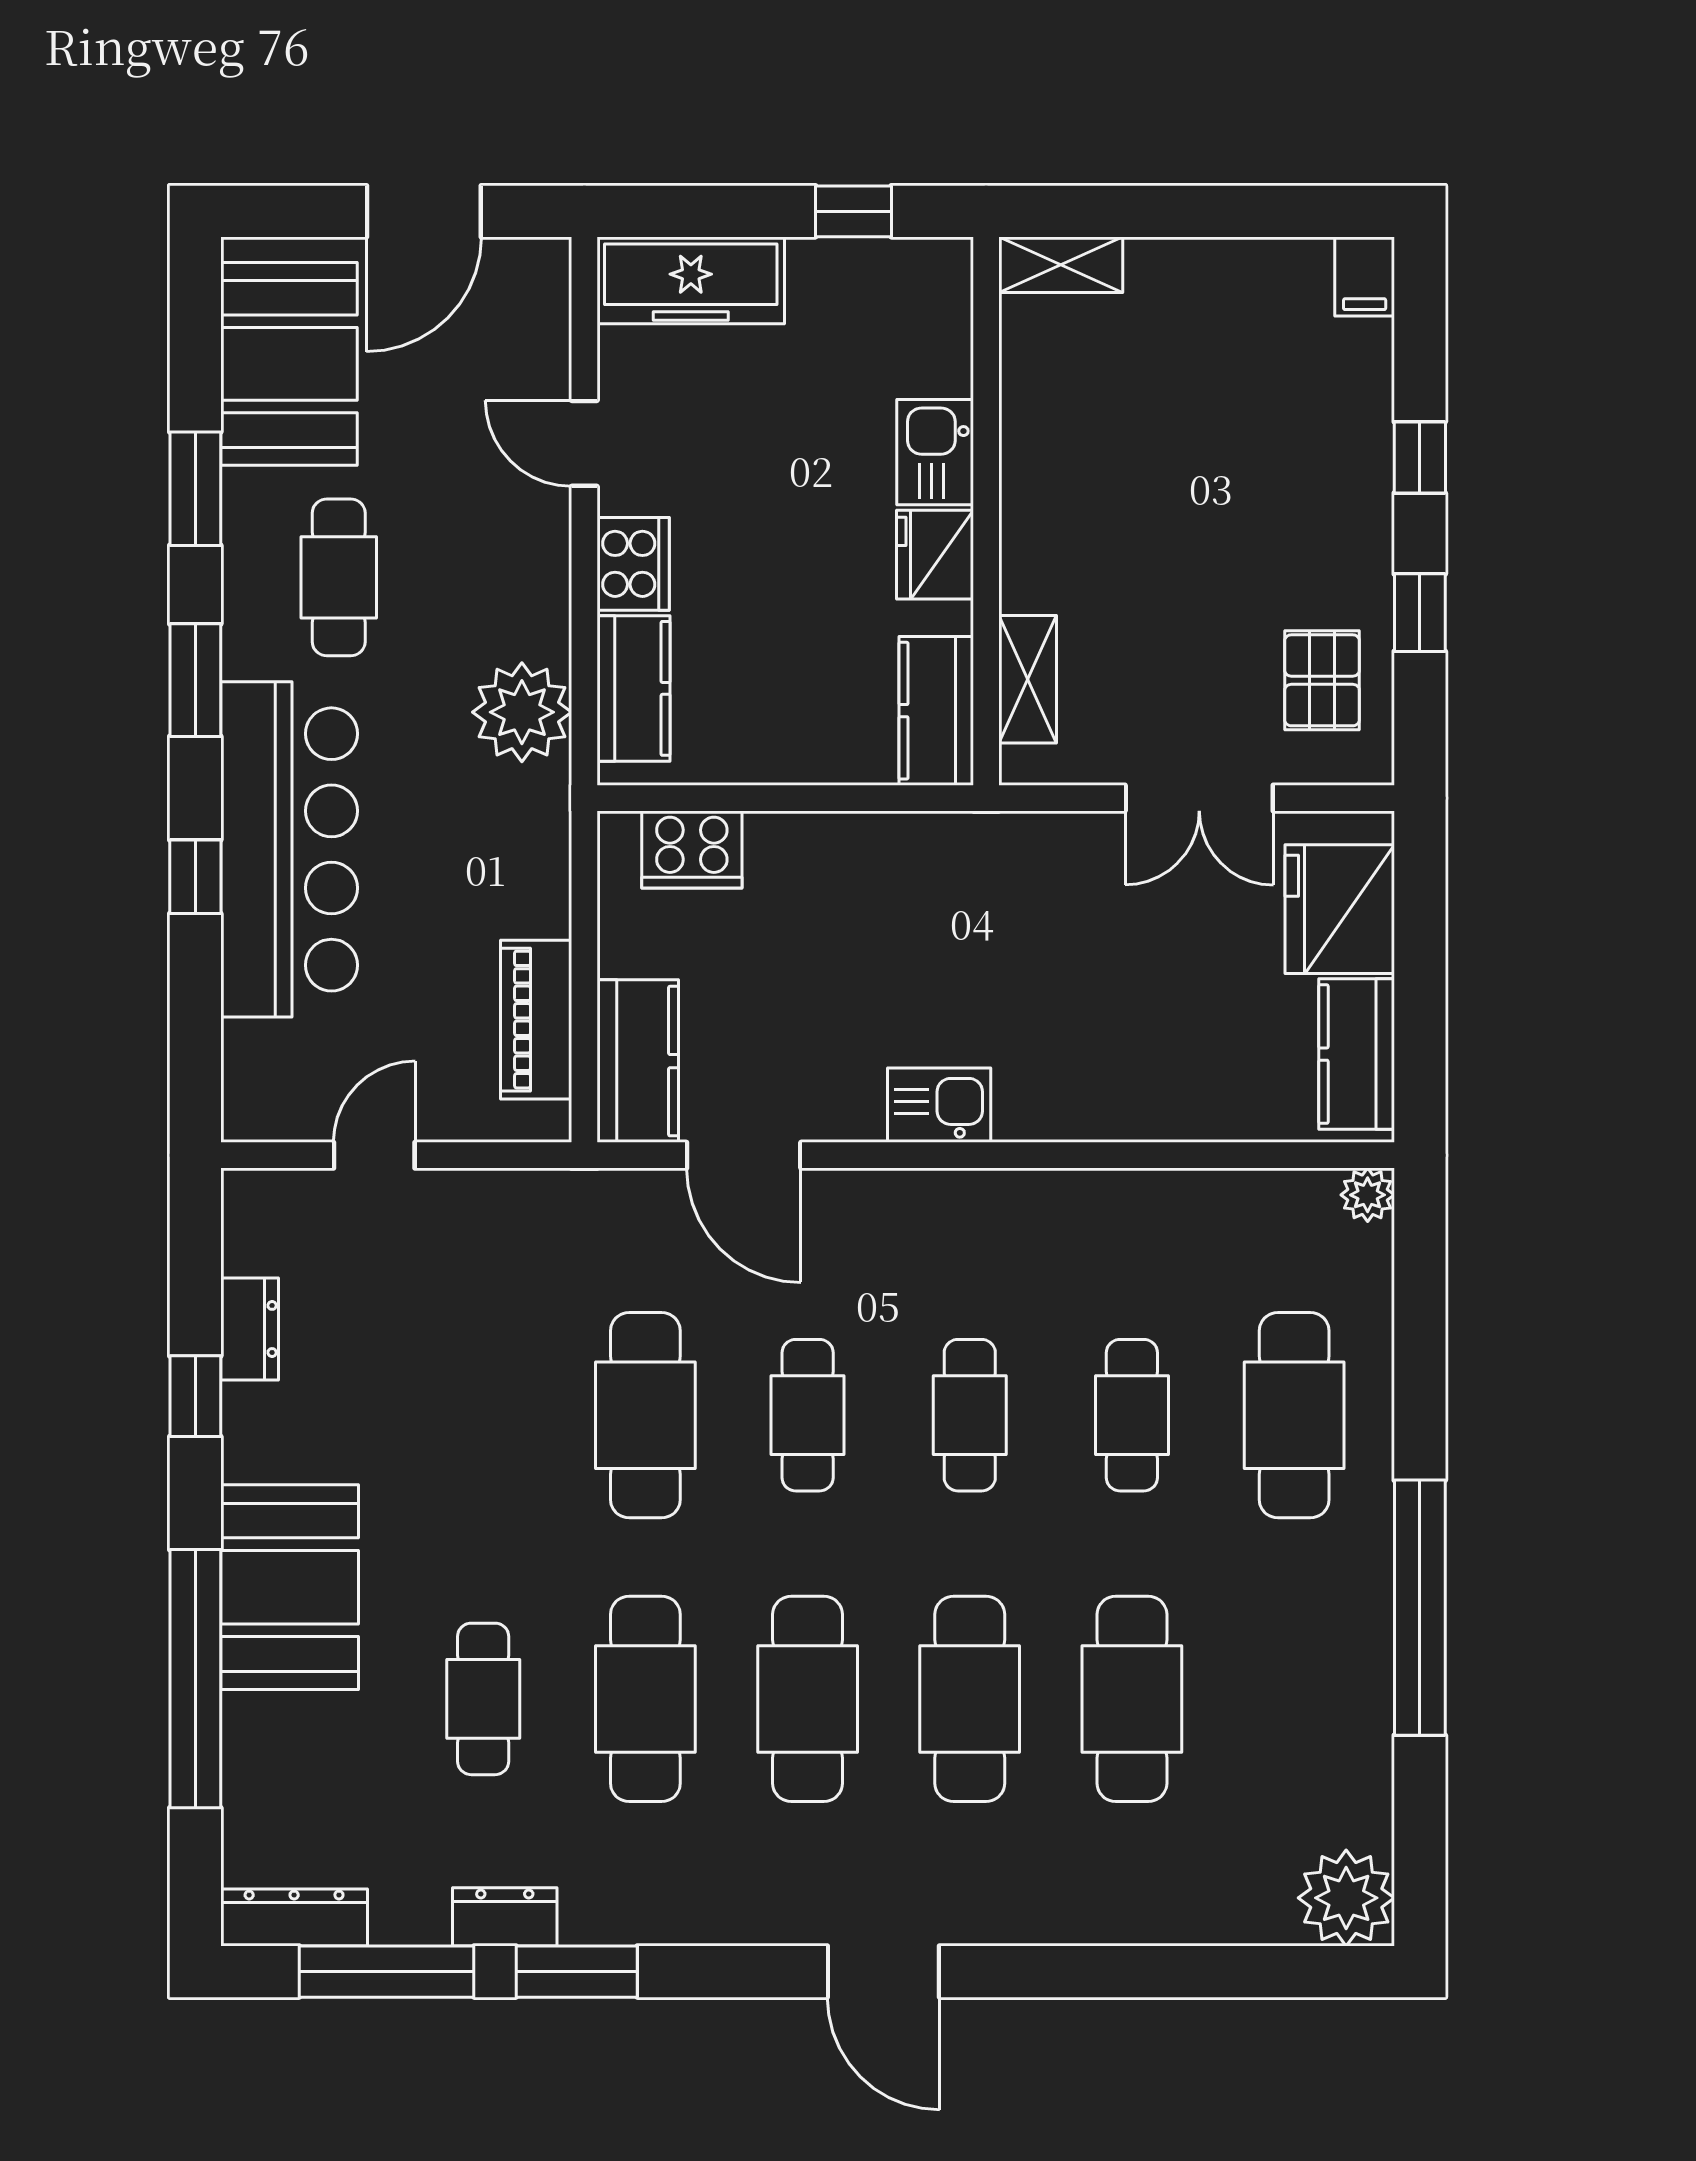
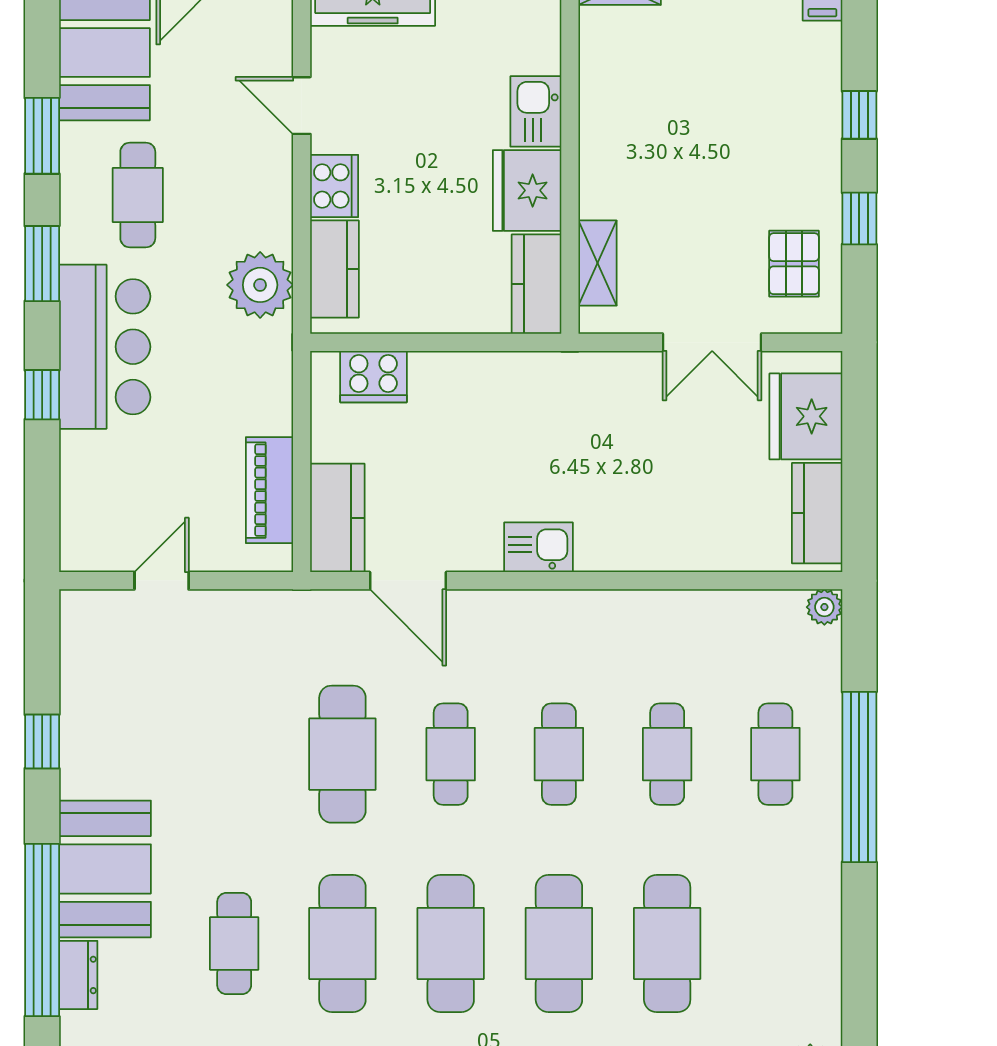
fridge: (935, 555) -> (527, 190), width x1.36, depth x1.34
bar counter: (289, 849) -> (105, 347), width x0.73
dresser: (250, 1329) -> (78, 975), moved
cafe table: (1294, 1415) -> (775, 754), width x0.73, depth x0.74
window: (1420, 1608) -> (859, 777), moved

